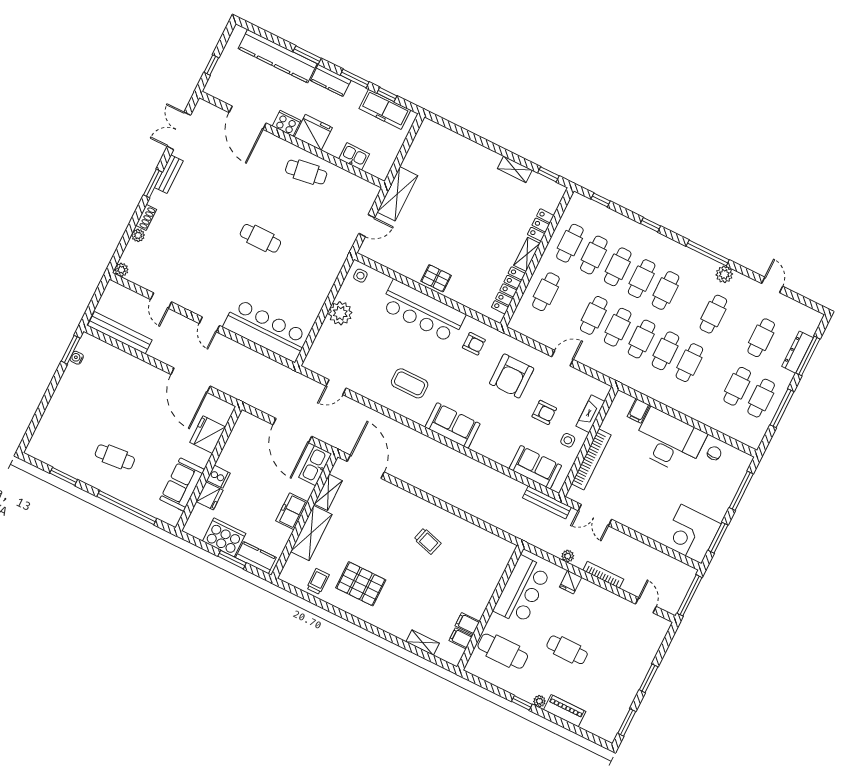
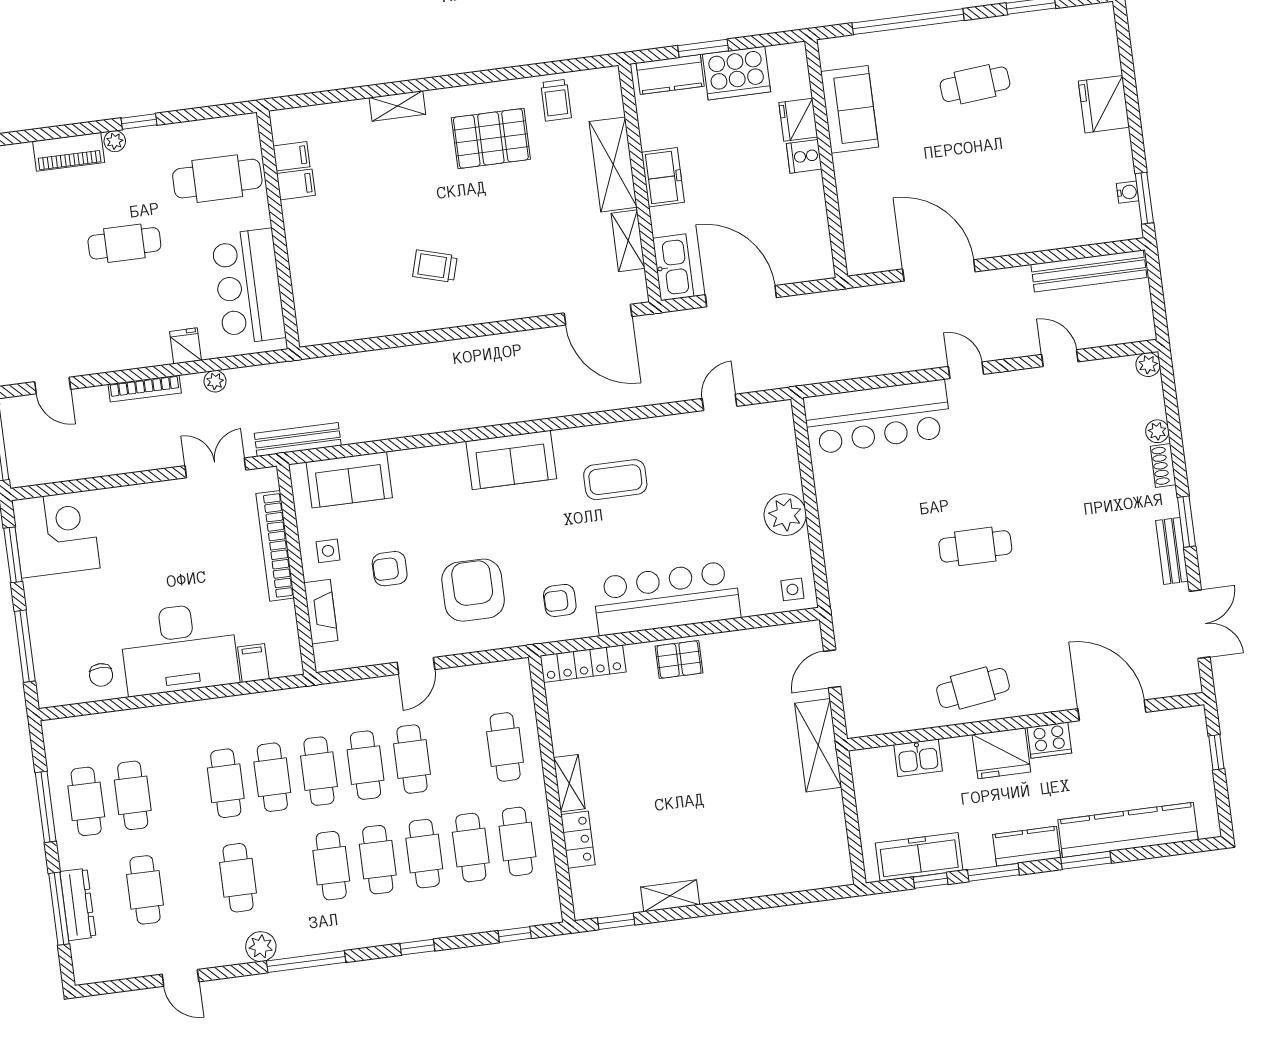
locker: (508, 290) -> (583, 664), moved, turned 90
fridge: (208, 435) -> (1104, 104), moved, turned 180
shelving: (423, 642) -> (397, 106), moved

